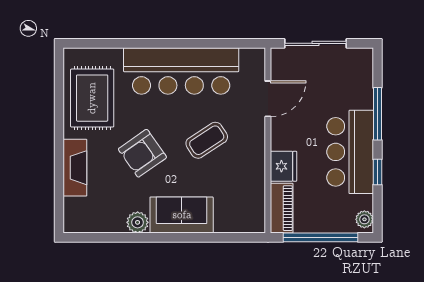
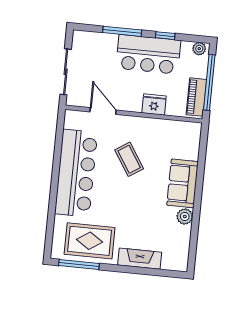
window: (59, 87) -> (79, 264), added
armchair: (142, 153) -> (134, 208), removed
piano: (282, 208) -> (196, 97), moved, turned -90

